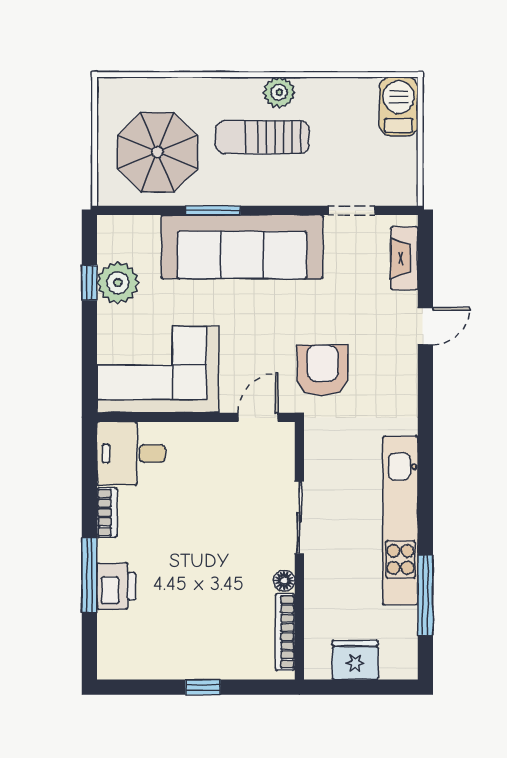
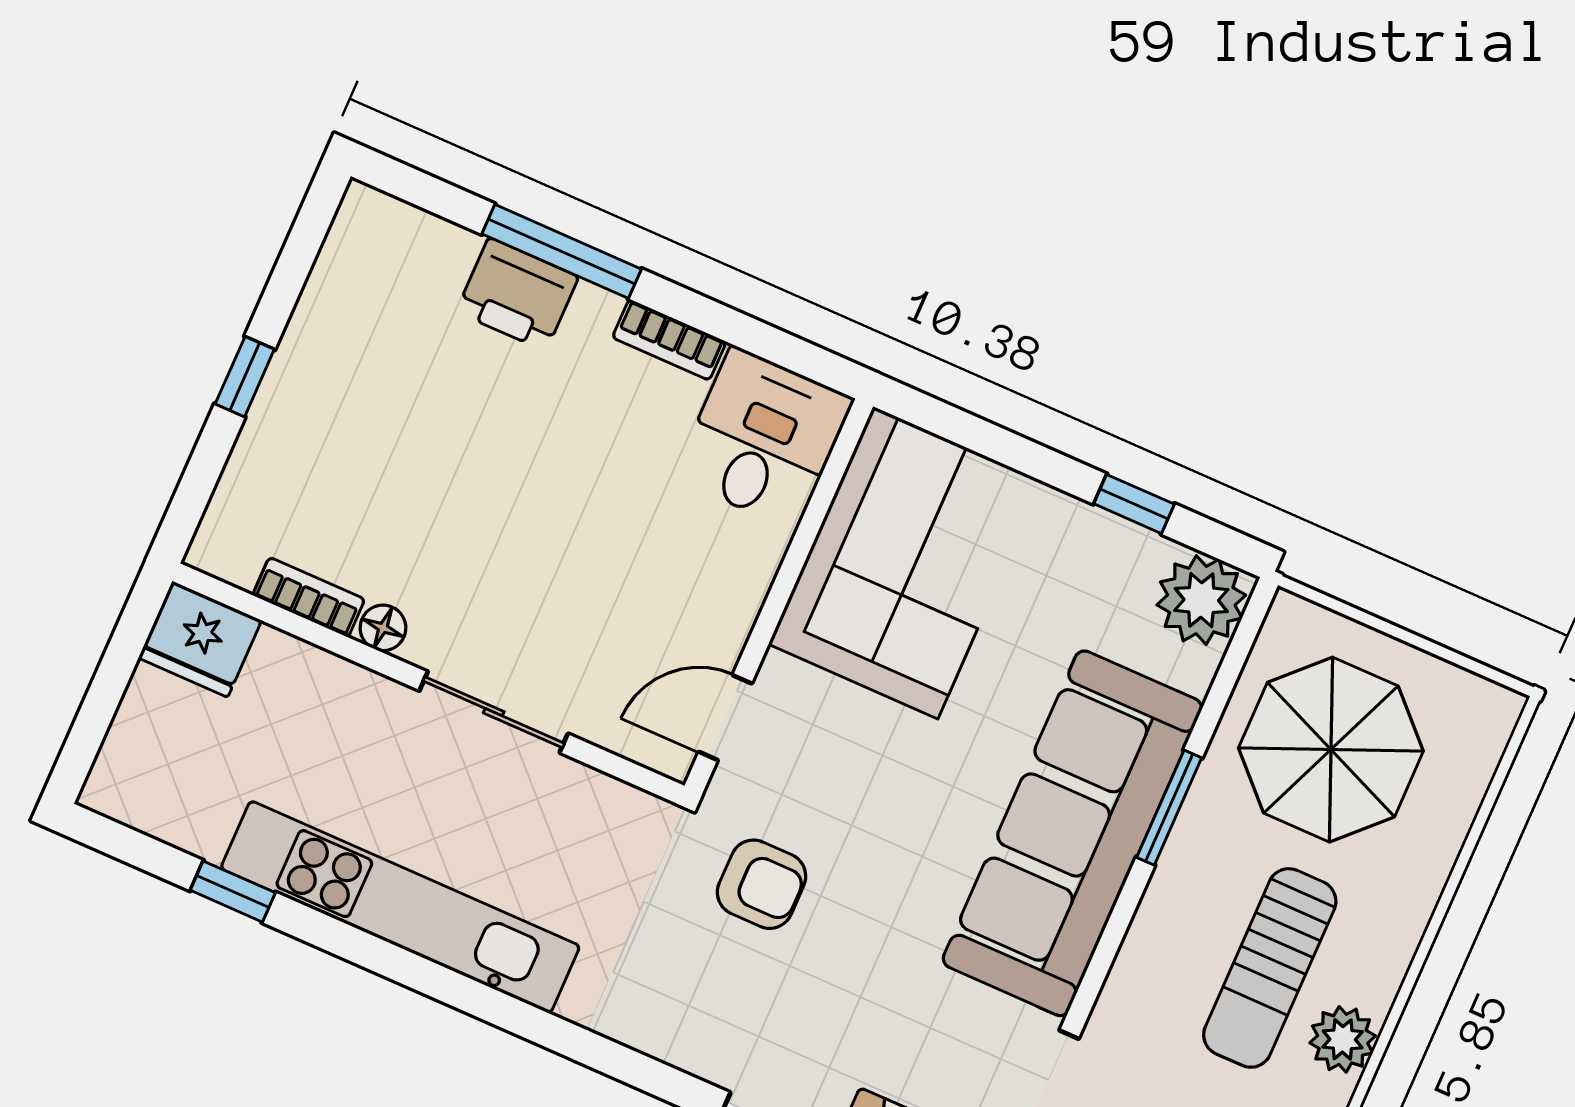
sun lounger: (262, 137) -> (1270, 968), turned 180
plant: (118, 283) -> (1201, 600), moved
armchair: (322, 370) -> (762, 884), width x0.72, depth x0.72
door: (258, 417) -> (725, 718), swing flipped
window: (425, 595) -> (233, 891), width x0.46
bookcase: (285, 632) -> (309, 597), width x0.64
fridge: (355, 660) -> (200, 639), moved, turned 90

